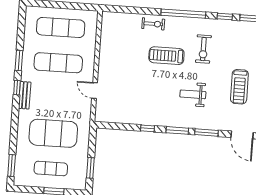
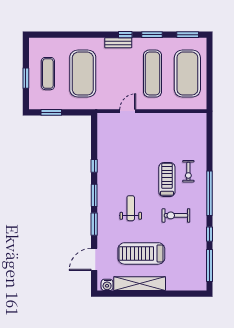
exercise bike: (153, 24) -> (188, 171), moved
exercise mat: (61, 27) -> (187, 74), width x1.47
treadmill: (239, 87) -> (141, 253), width x1.37, depth x1.38
window: (12, 165) -> (188, 35), moved

